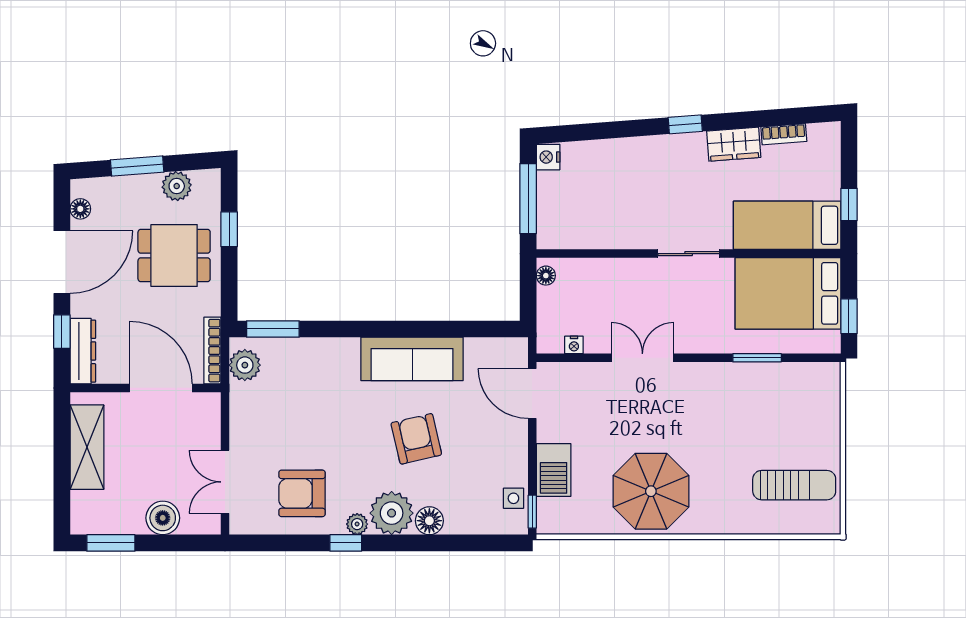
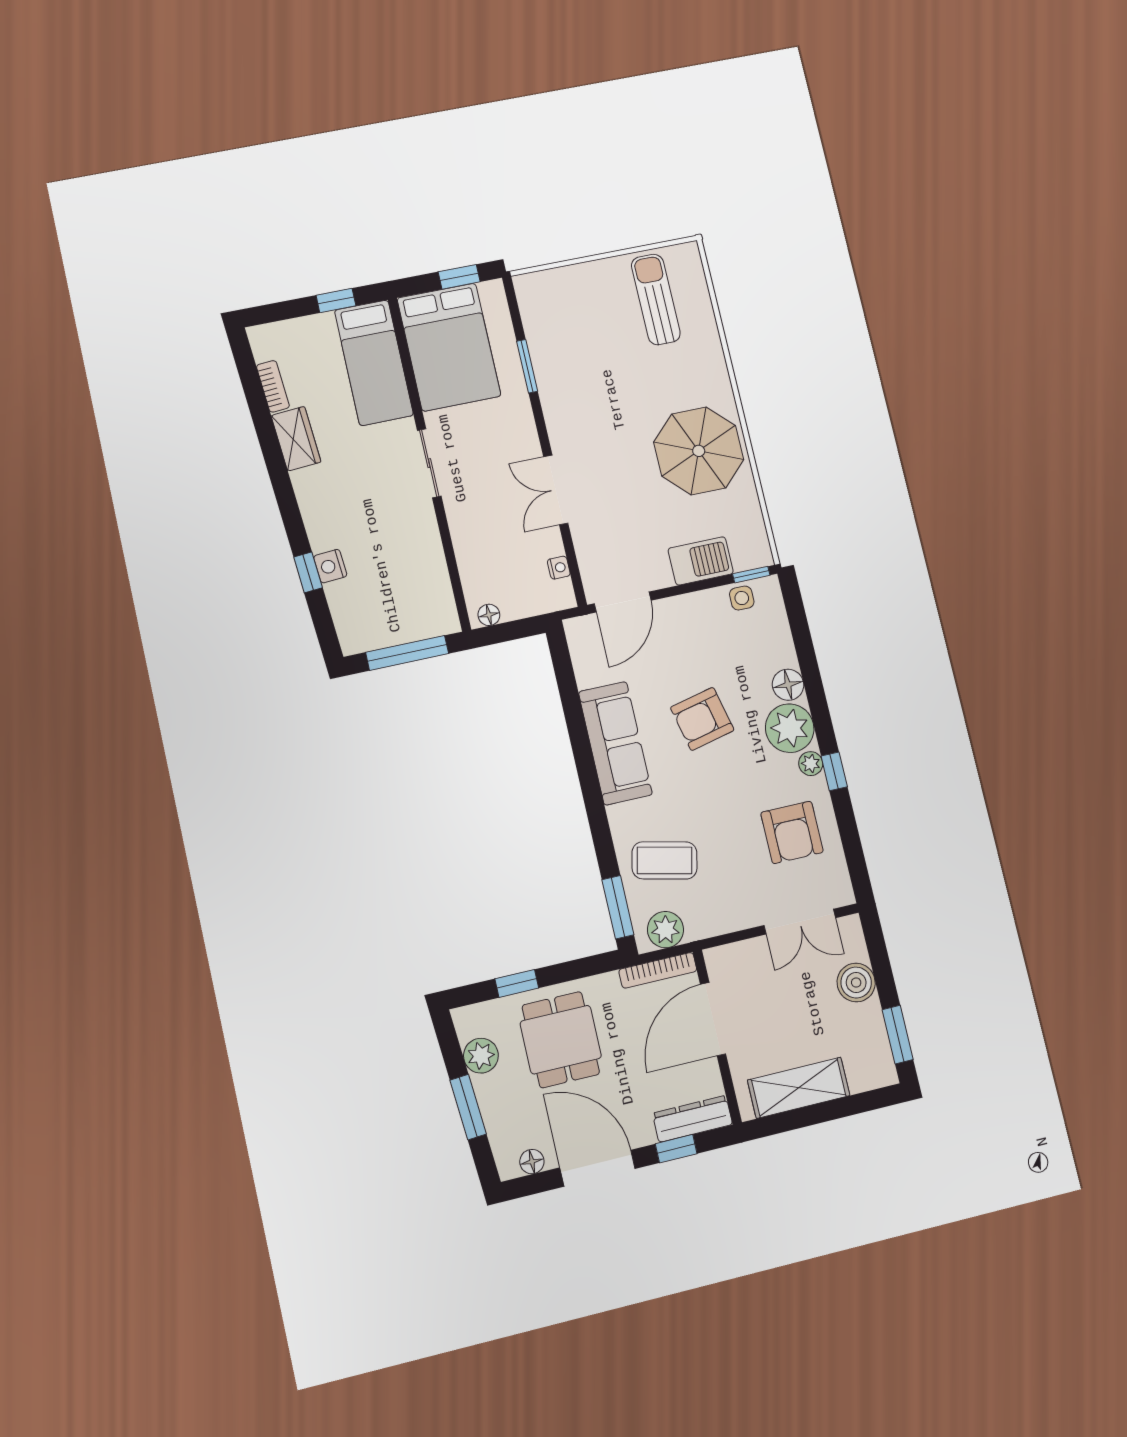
window: (685, 124) -> (308, 572), moved
nightstand: (548, 157) -> (330, 566), moved, turned 86
coffee table: (303, 378) -> (664, 860), added

